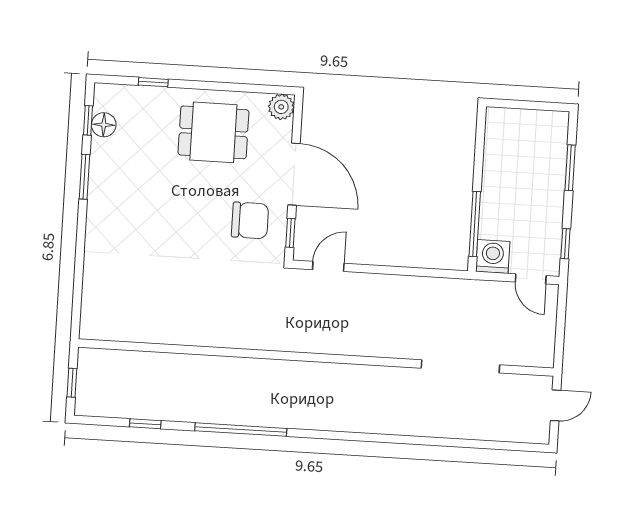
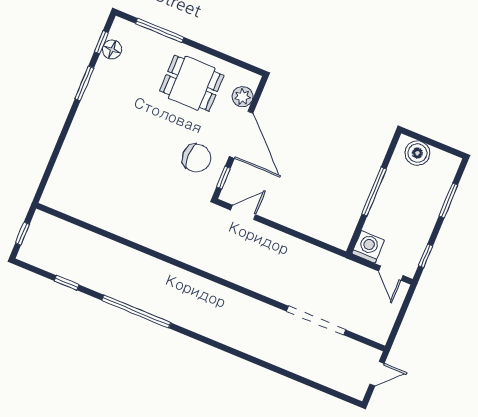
window: (153, 82) -> (160, 30), width x2.17
plant: (281, 107) -> (242, 97), moved
boiler: (513, 124) -> (417, 153), added
window: (475, 224) -> (374, 191), moved

